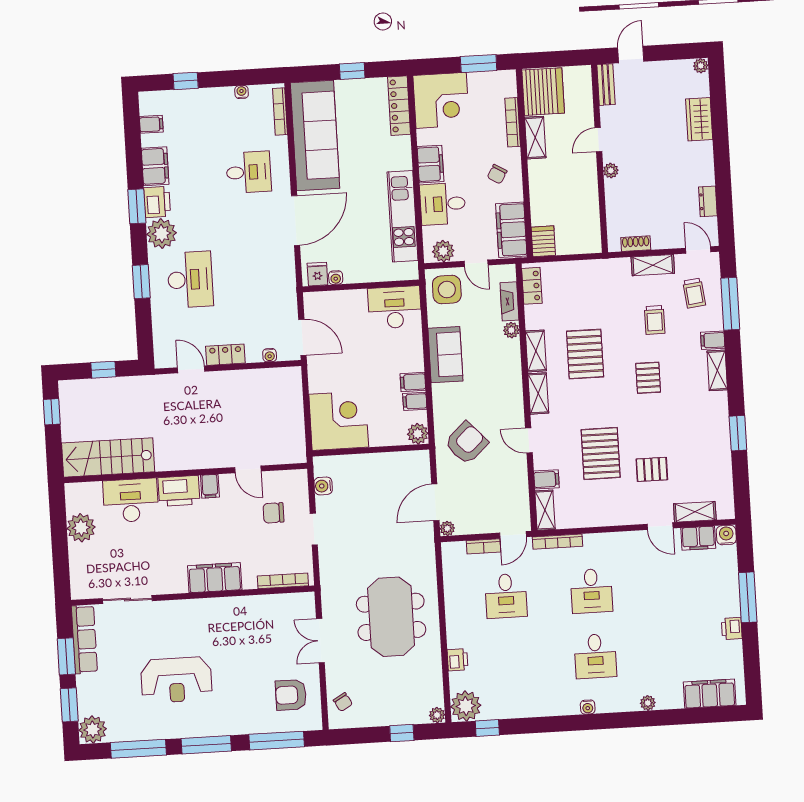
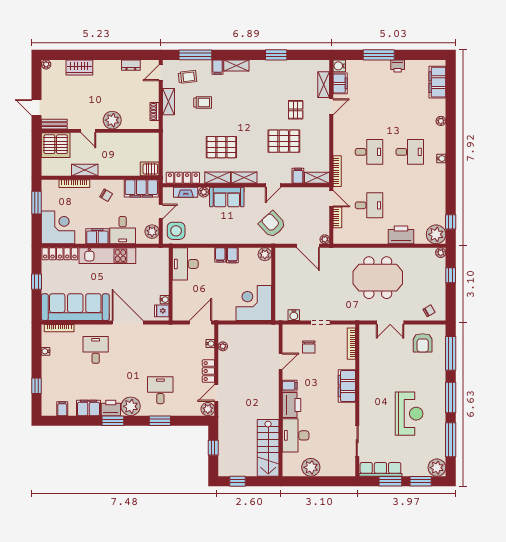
server rack: (543, 92) -> (56, 145), moved, turned 180
plant: (611, 171) -> (112, 120), width x1.88, depth x1.88
kitchen unit: (403, 216) -> (107, 256), moved
desk: (190, 280) -> (160, 390), width x0.73
locker: (532, 286) -> (183, 178), width x1.53
sofa: (445, 355) -> (227, 197), moved, turned 180
plant: (165, 357) -> (208, 409), added
plant: (266, 375) -> (223, 346), added
pallet: (648, 378) -> (238, 109), removed
filing cabinet: (415, 401) -> (220, 255), moved
printer: (458, 660) -> (401, 235), width x1.87, depth x1.48

